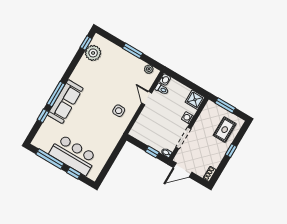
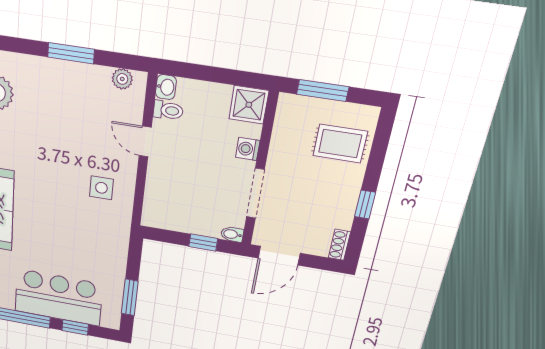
rug: (225, 130) -> (340, 144), turned 90
window: (231, 151) -> (365, 205), moved
window: (107, 167) -> (130, 297), added

